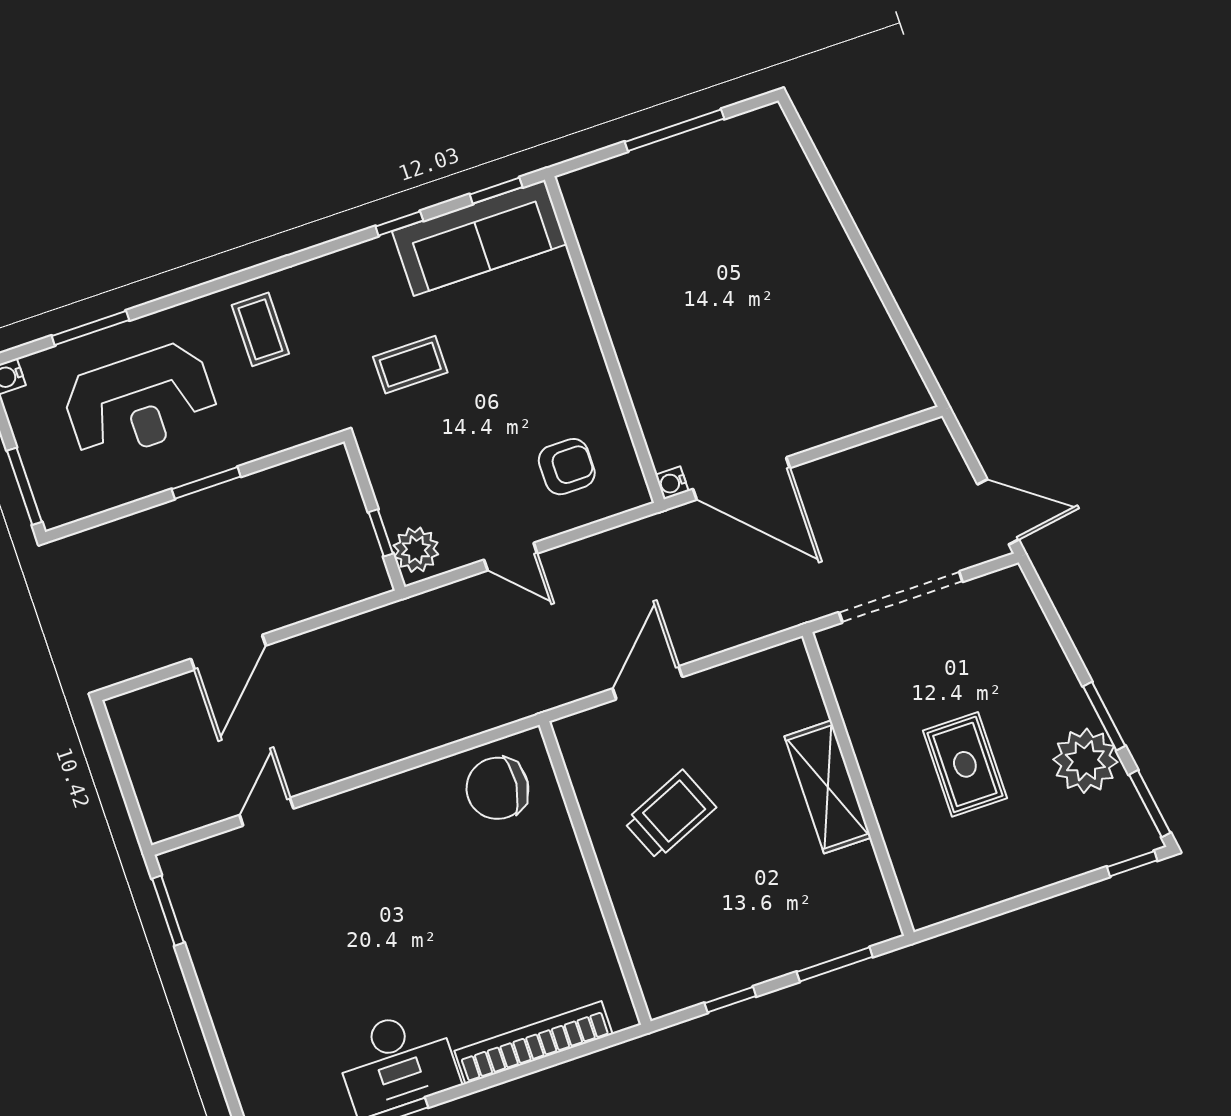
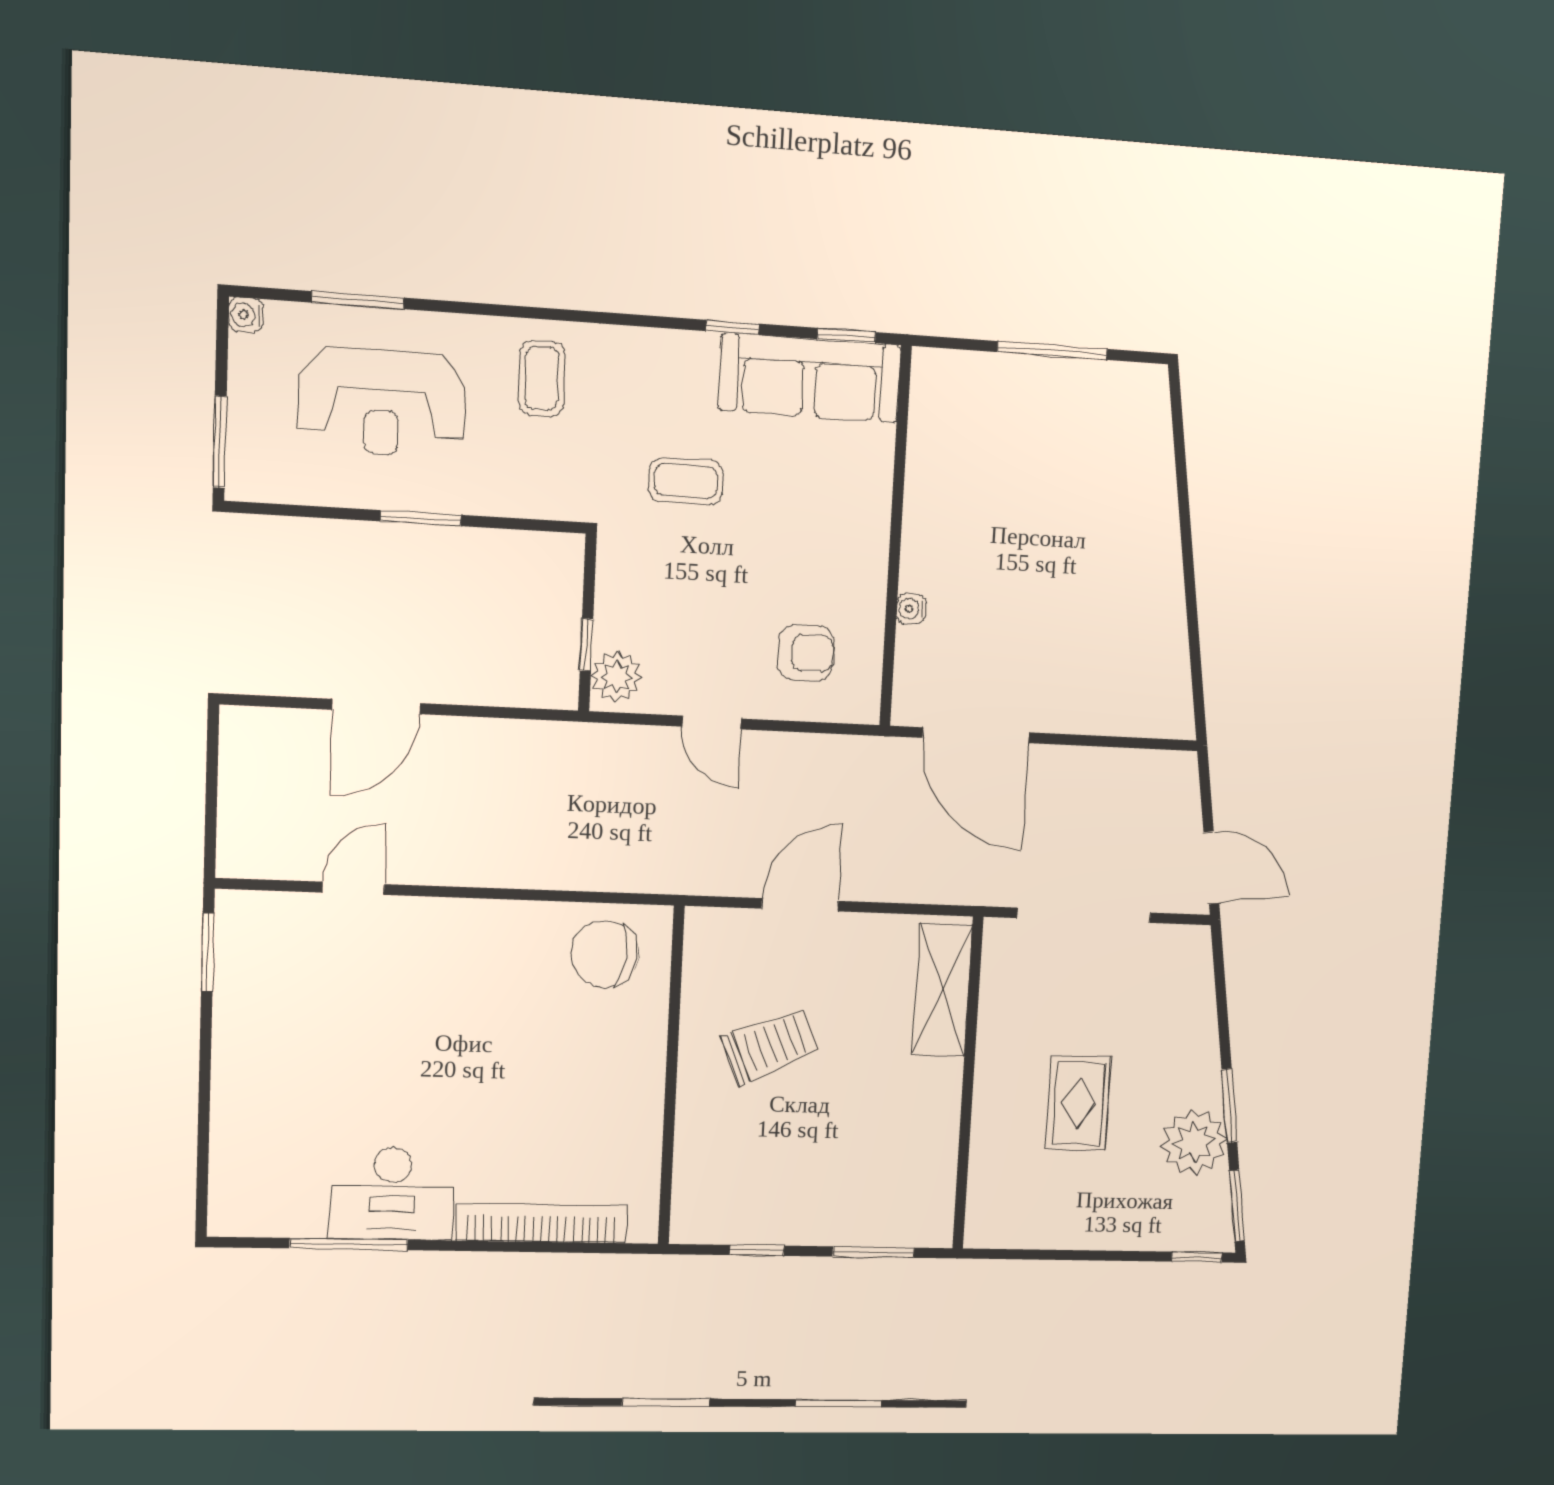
water cooler: (672, 483) -> (911, 609), moved
shelving: (828, 787) -> (942, 990), moved

